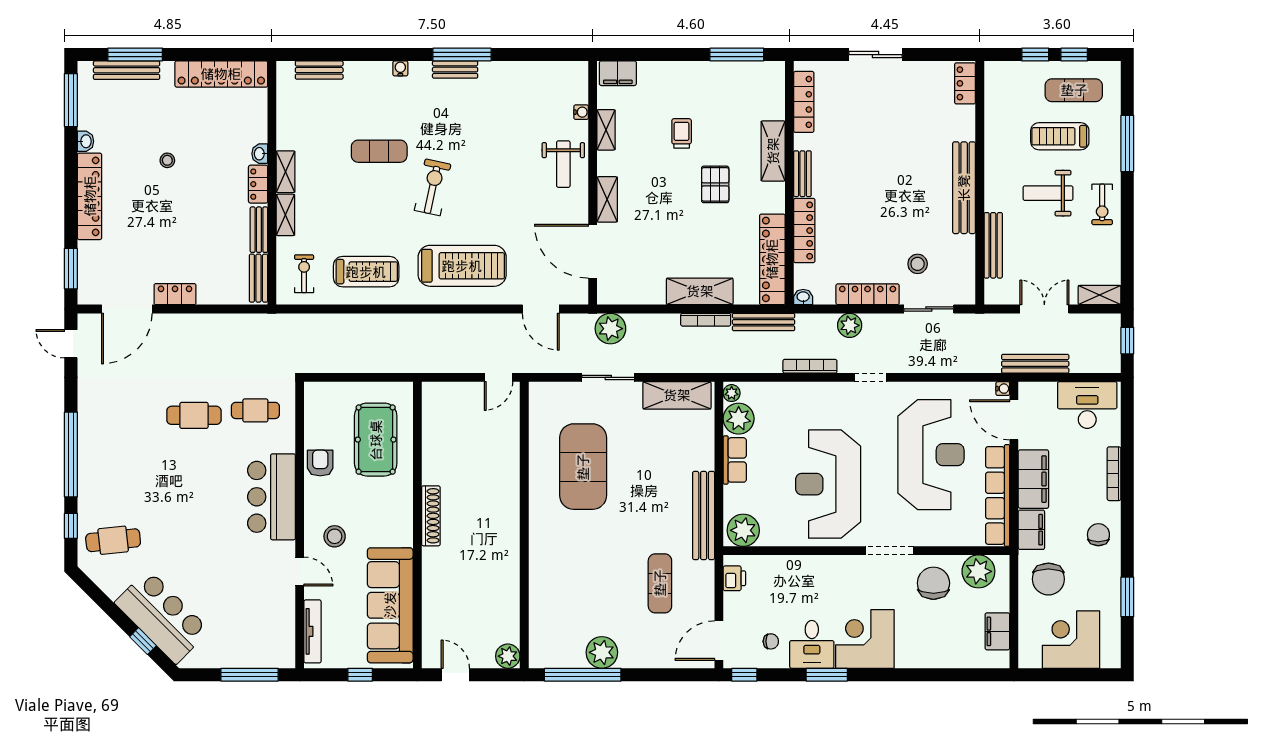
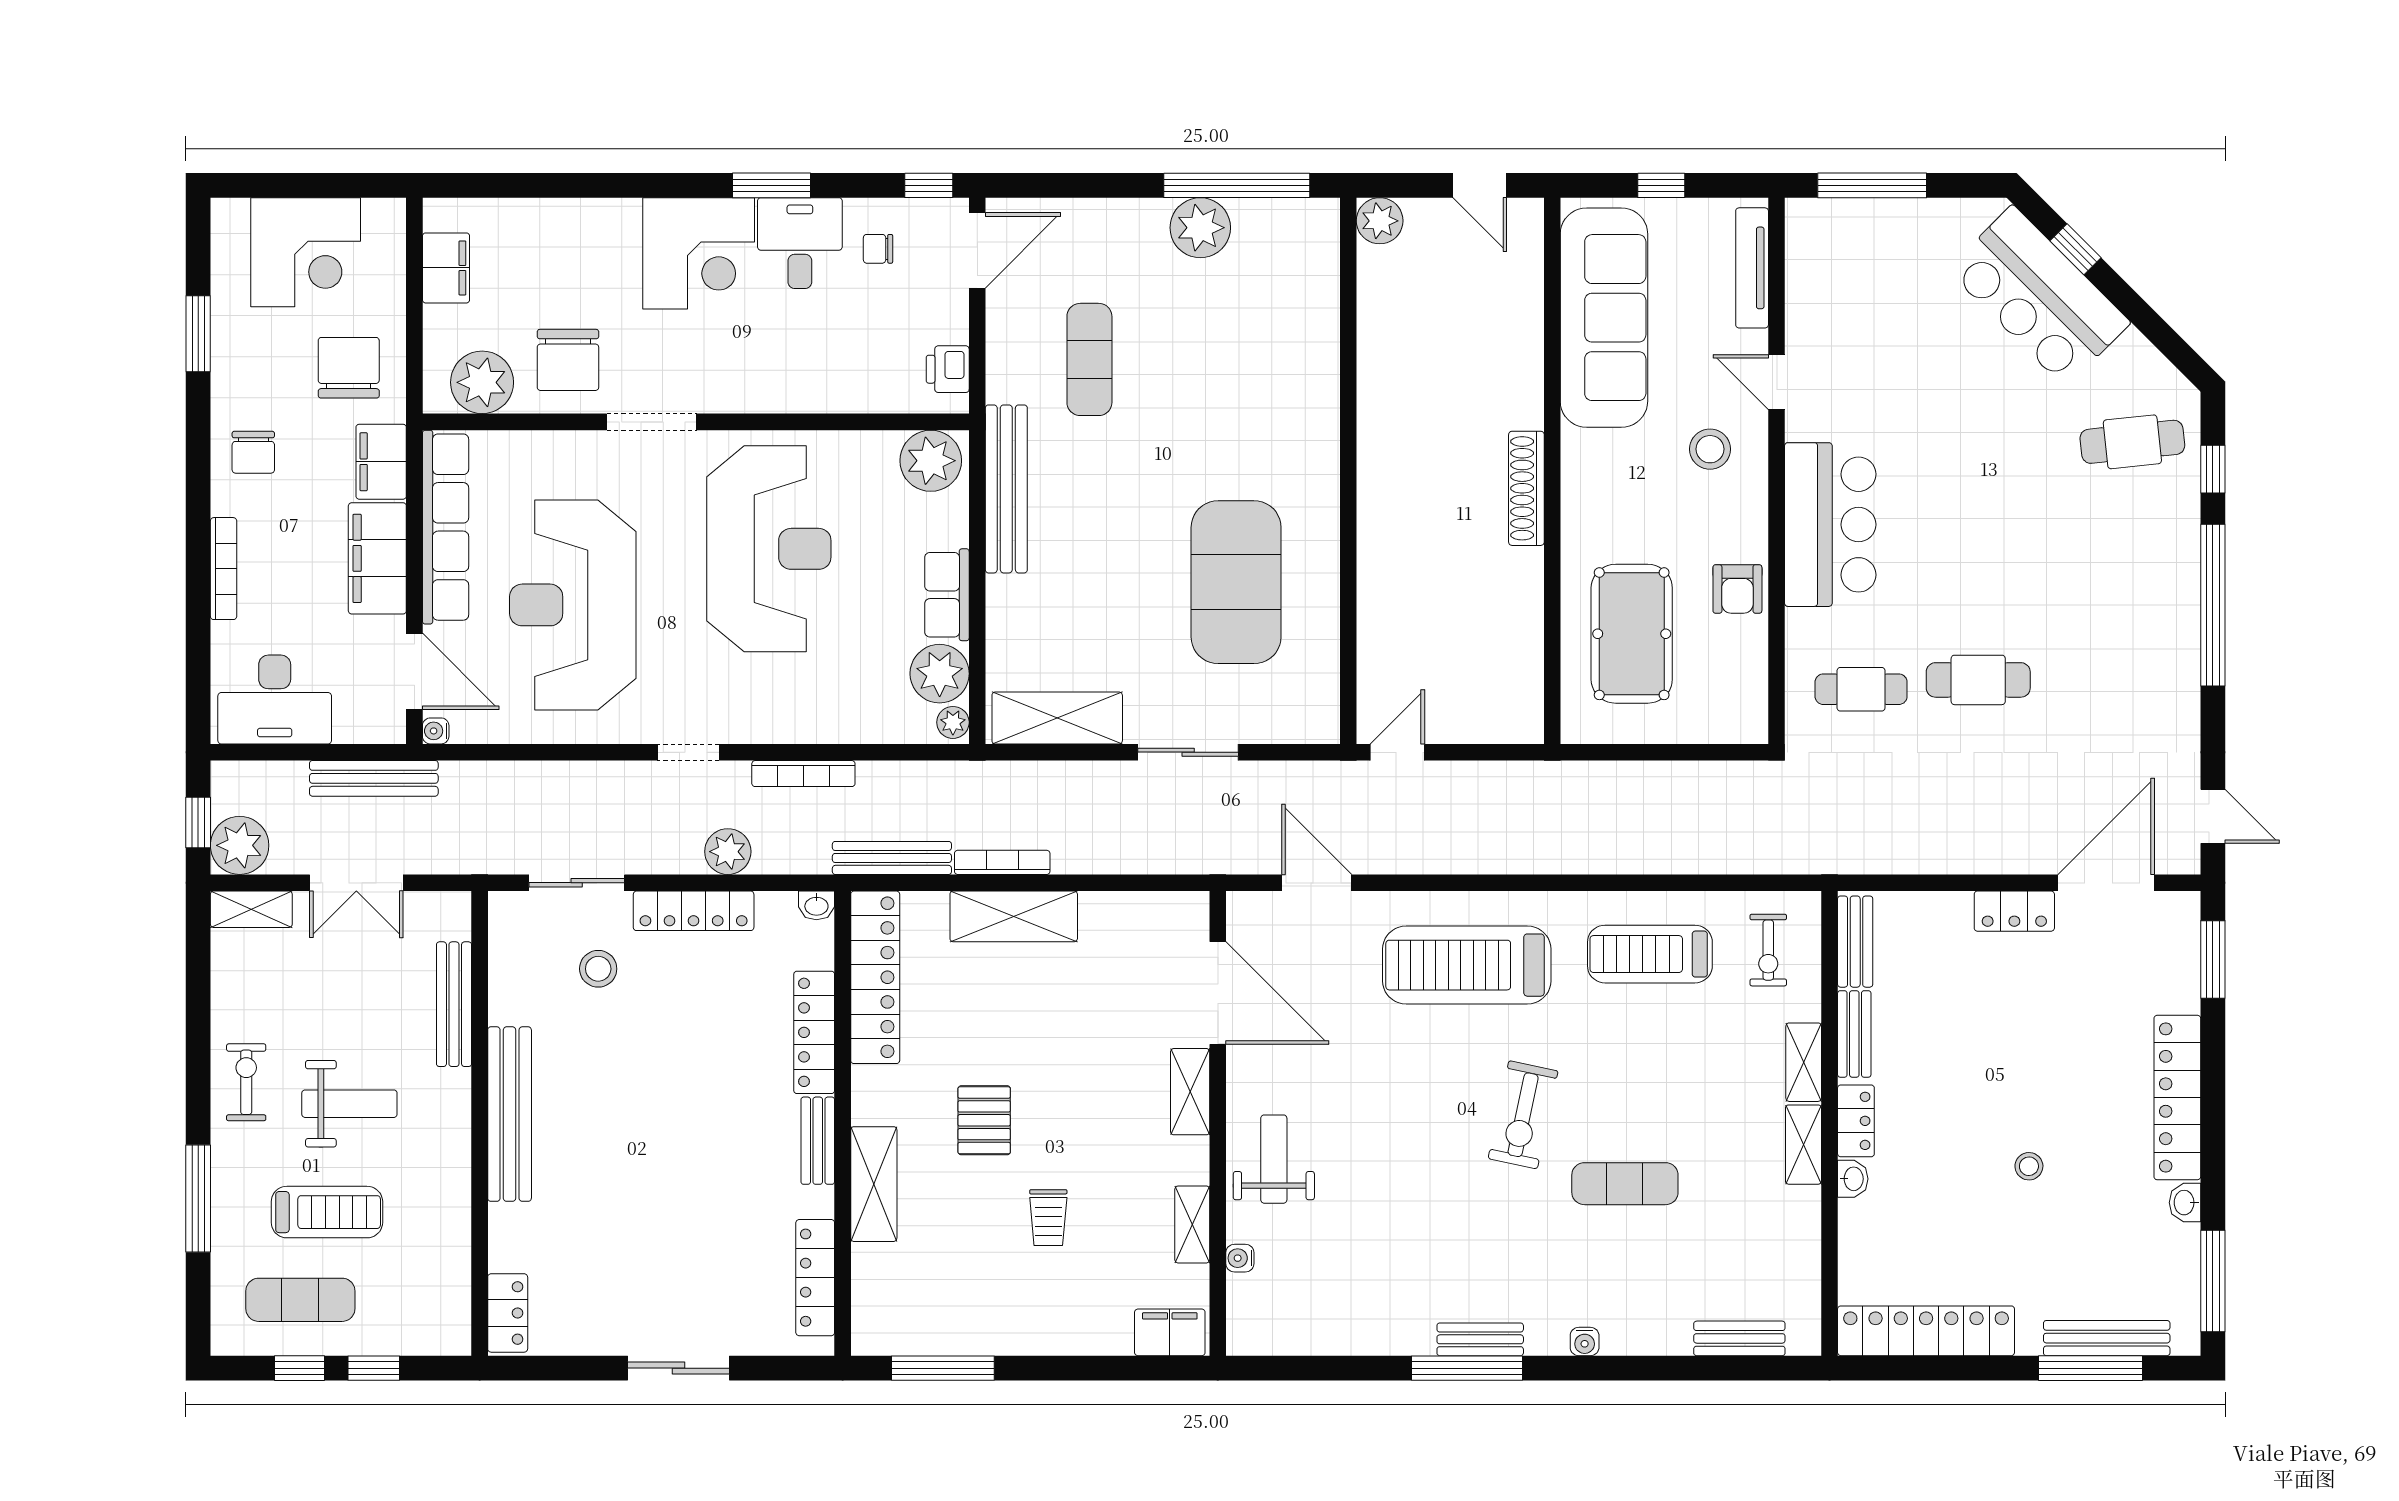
plant: (610, 329) -> (240, 845), moved

